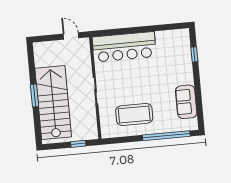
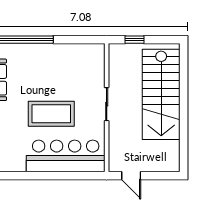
window: (34, 96) -> (184, 105), removed
coffee table: (134, 114) -> (51, 114), moved

